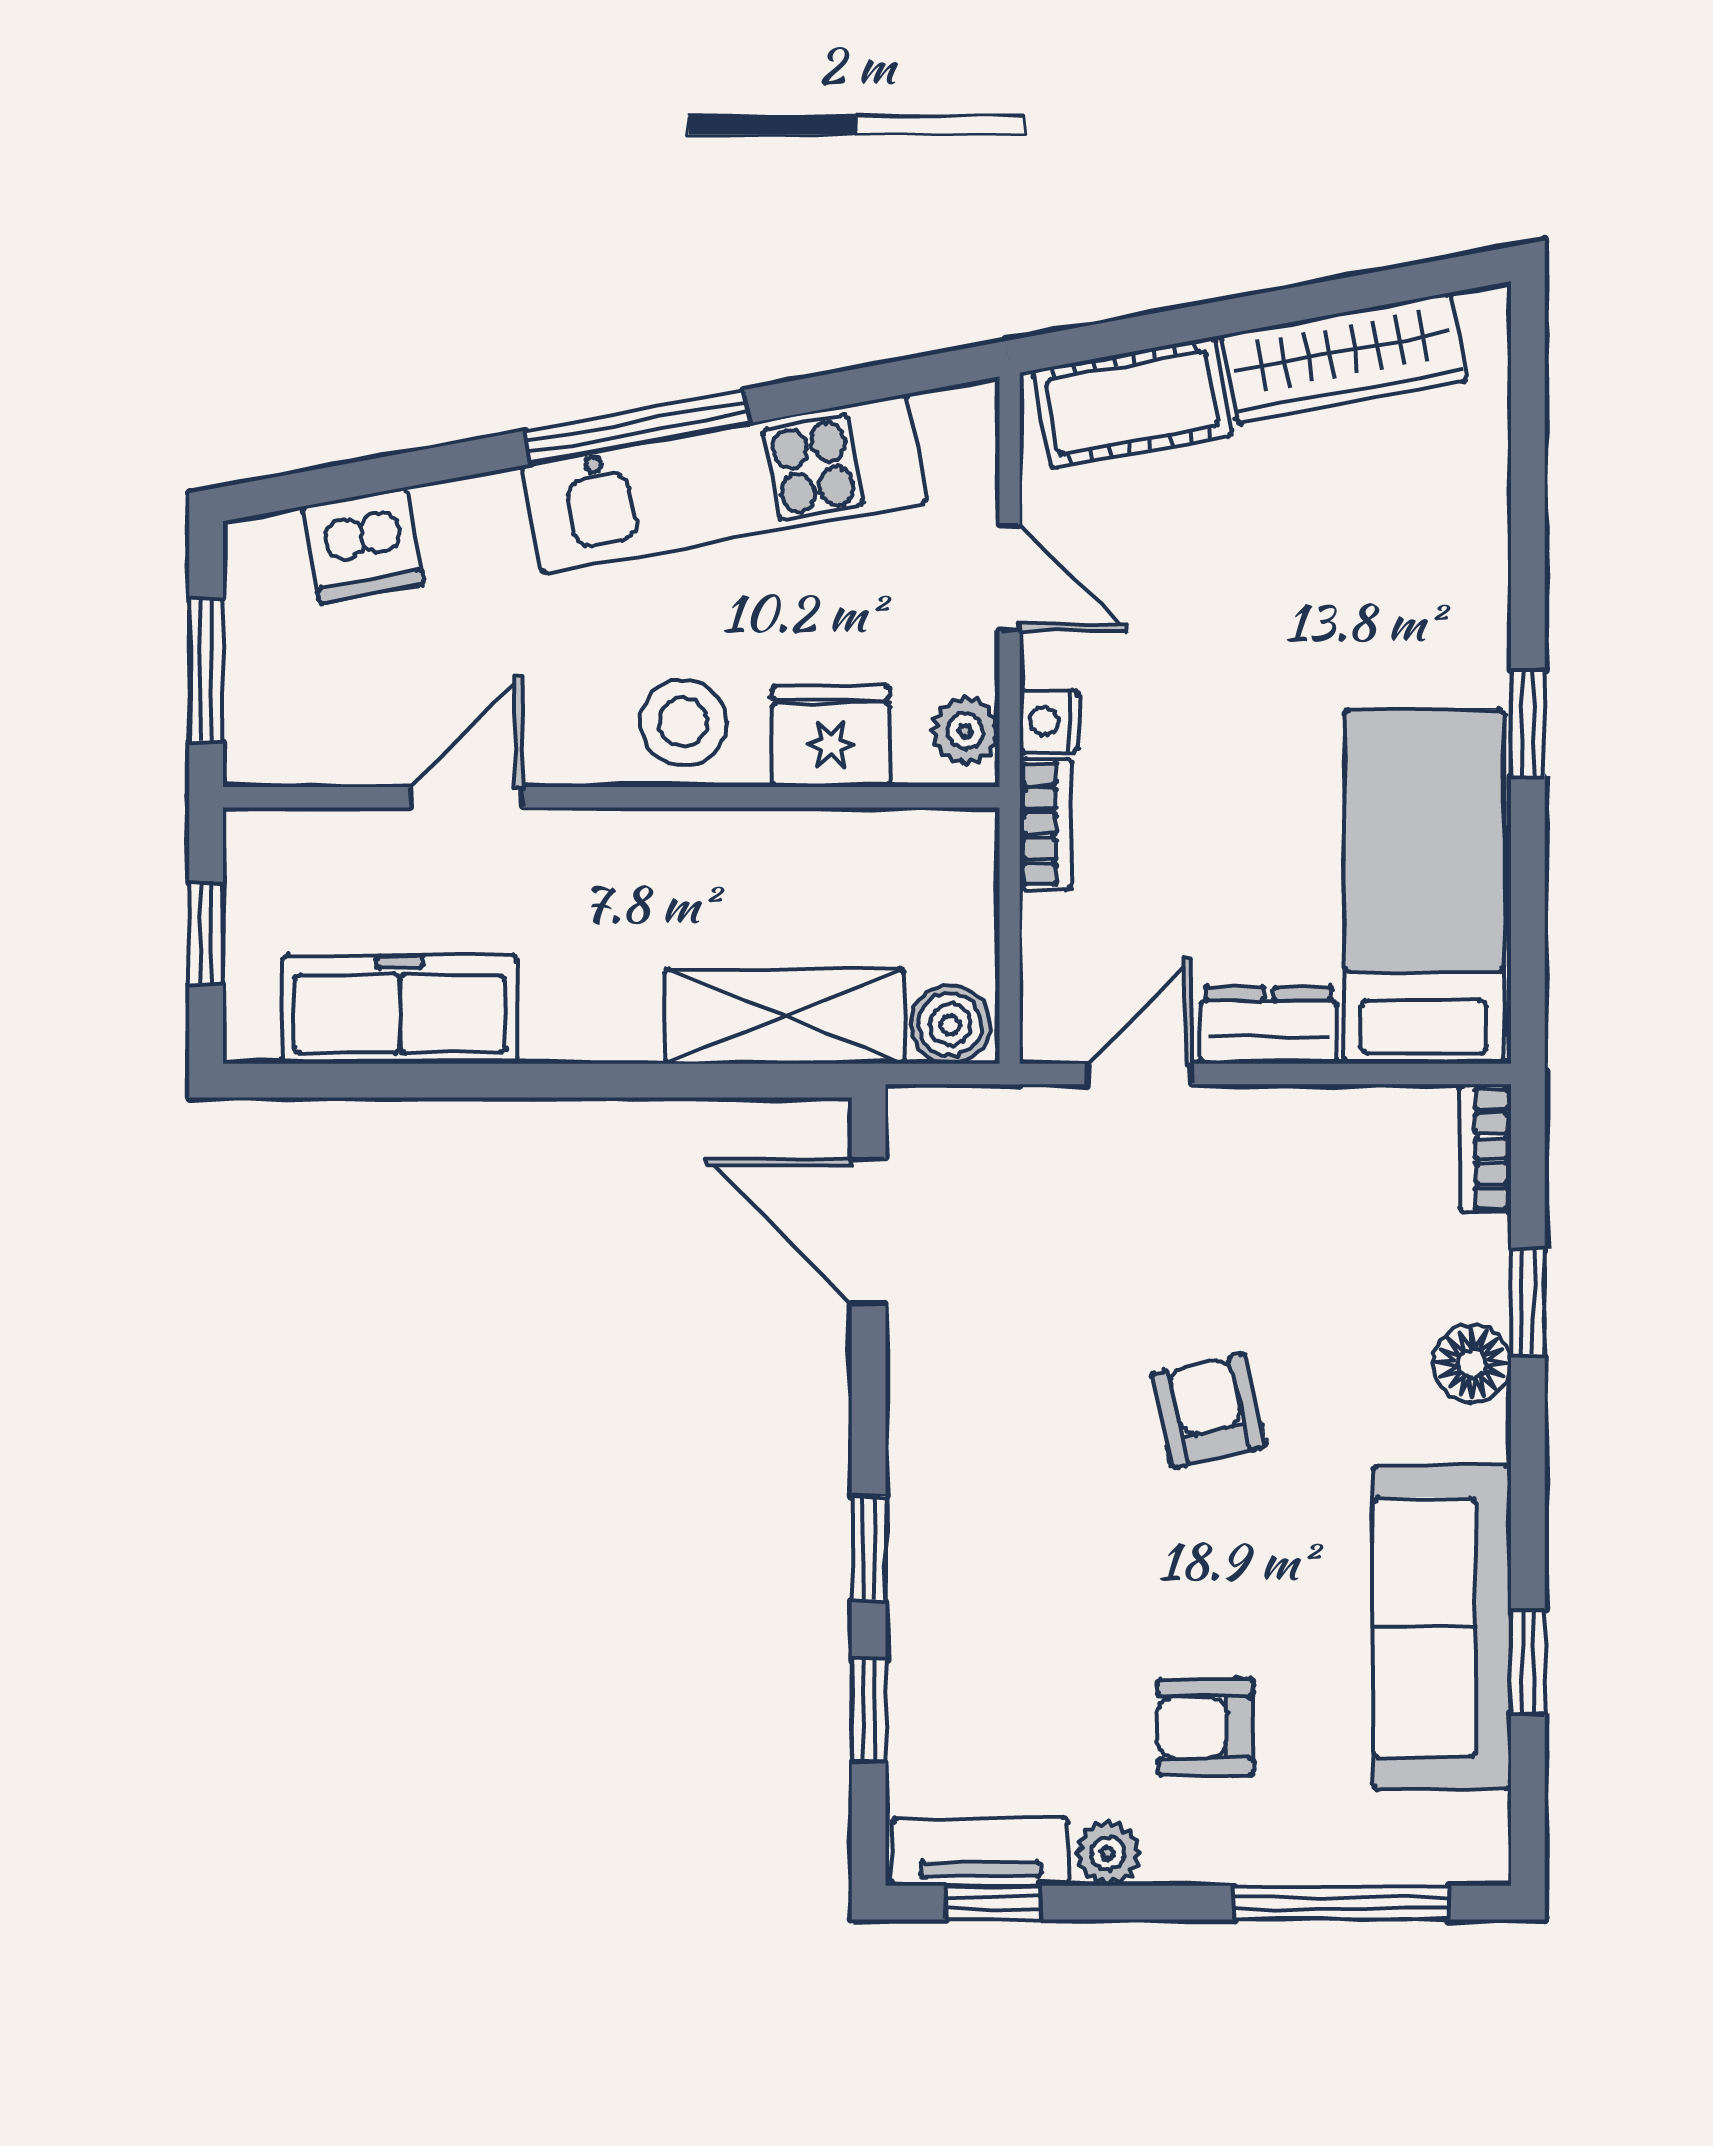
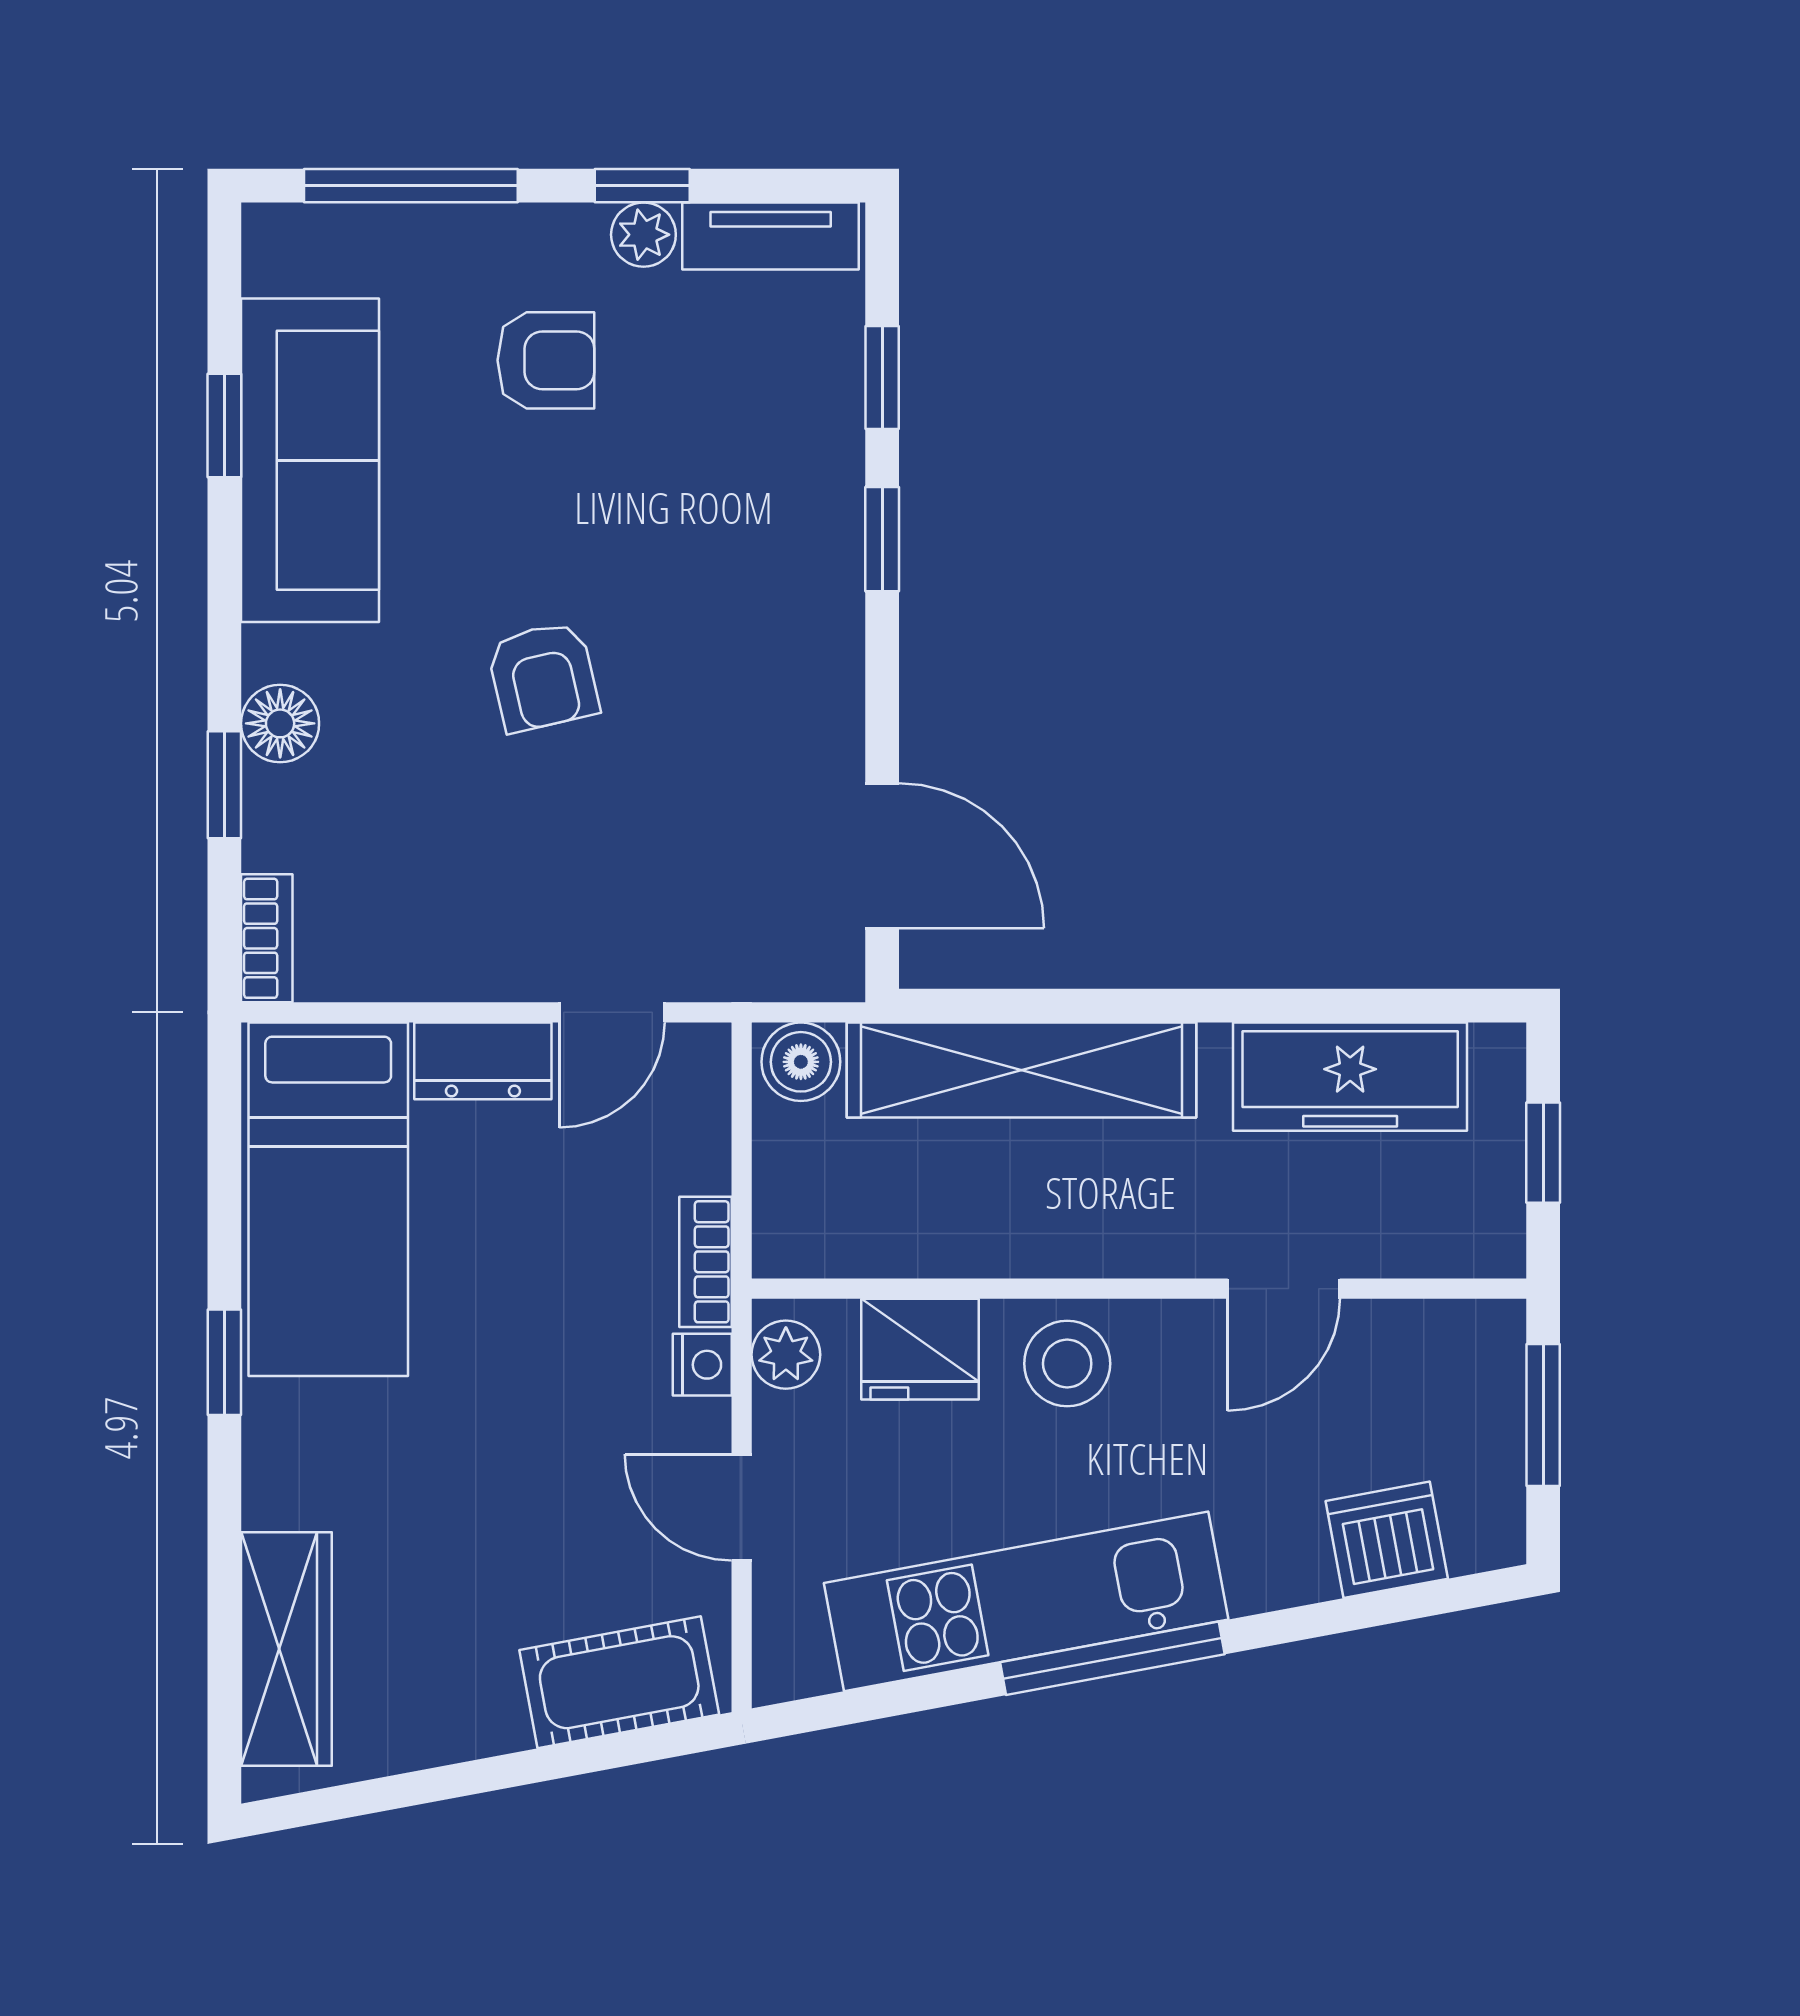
wardrobe: (1344, 358) -> (286, 1649), moved, turned 101
shelving: (785, 1016) -> (1022, 1070), width x1.47
window: (993, 1903) -> (642, 186), moved

